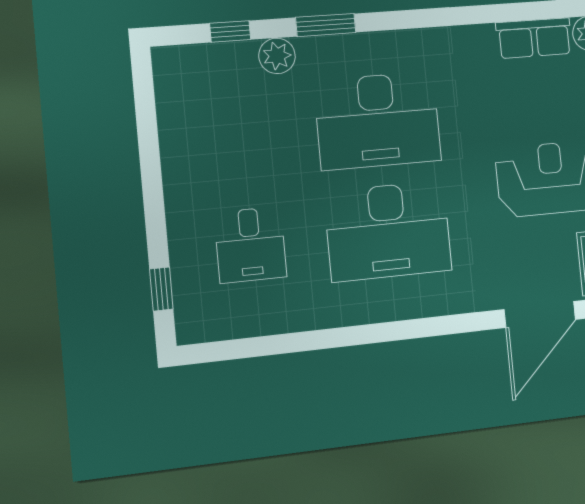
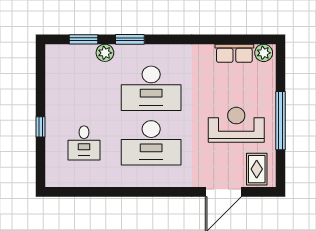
window: (230, 31) -> (84, 39), width x1.50
window: (161, 289) -> (41, 127), moved

